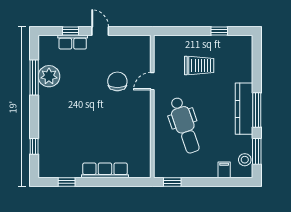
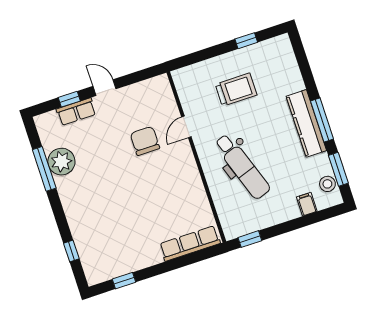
row of seats: (105, 170) -> (190, 243), moved

